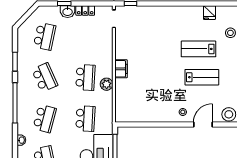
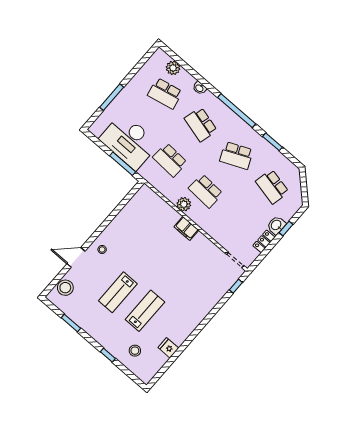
door: (203, 125) -> (76, 257), swing flipped

